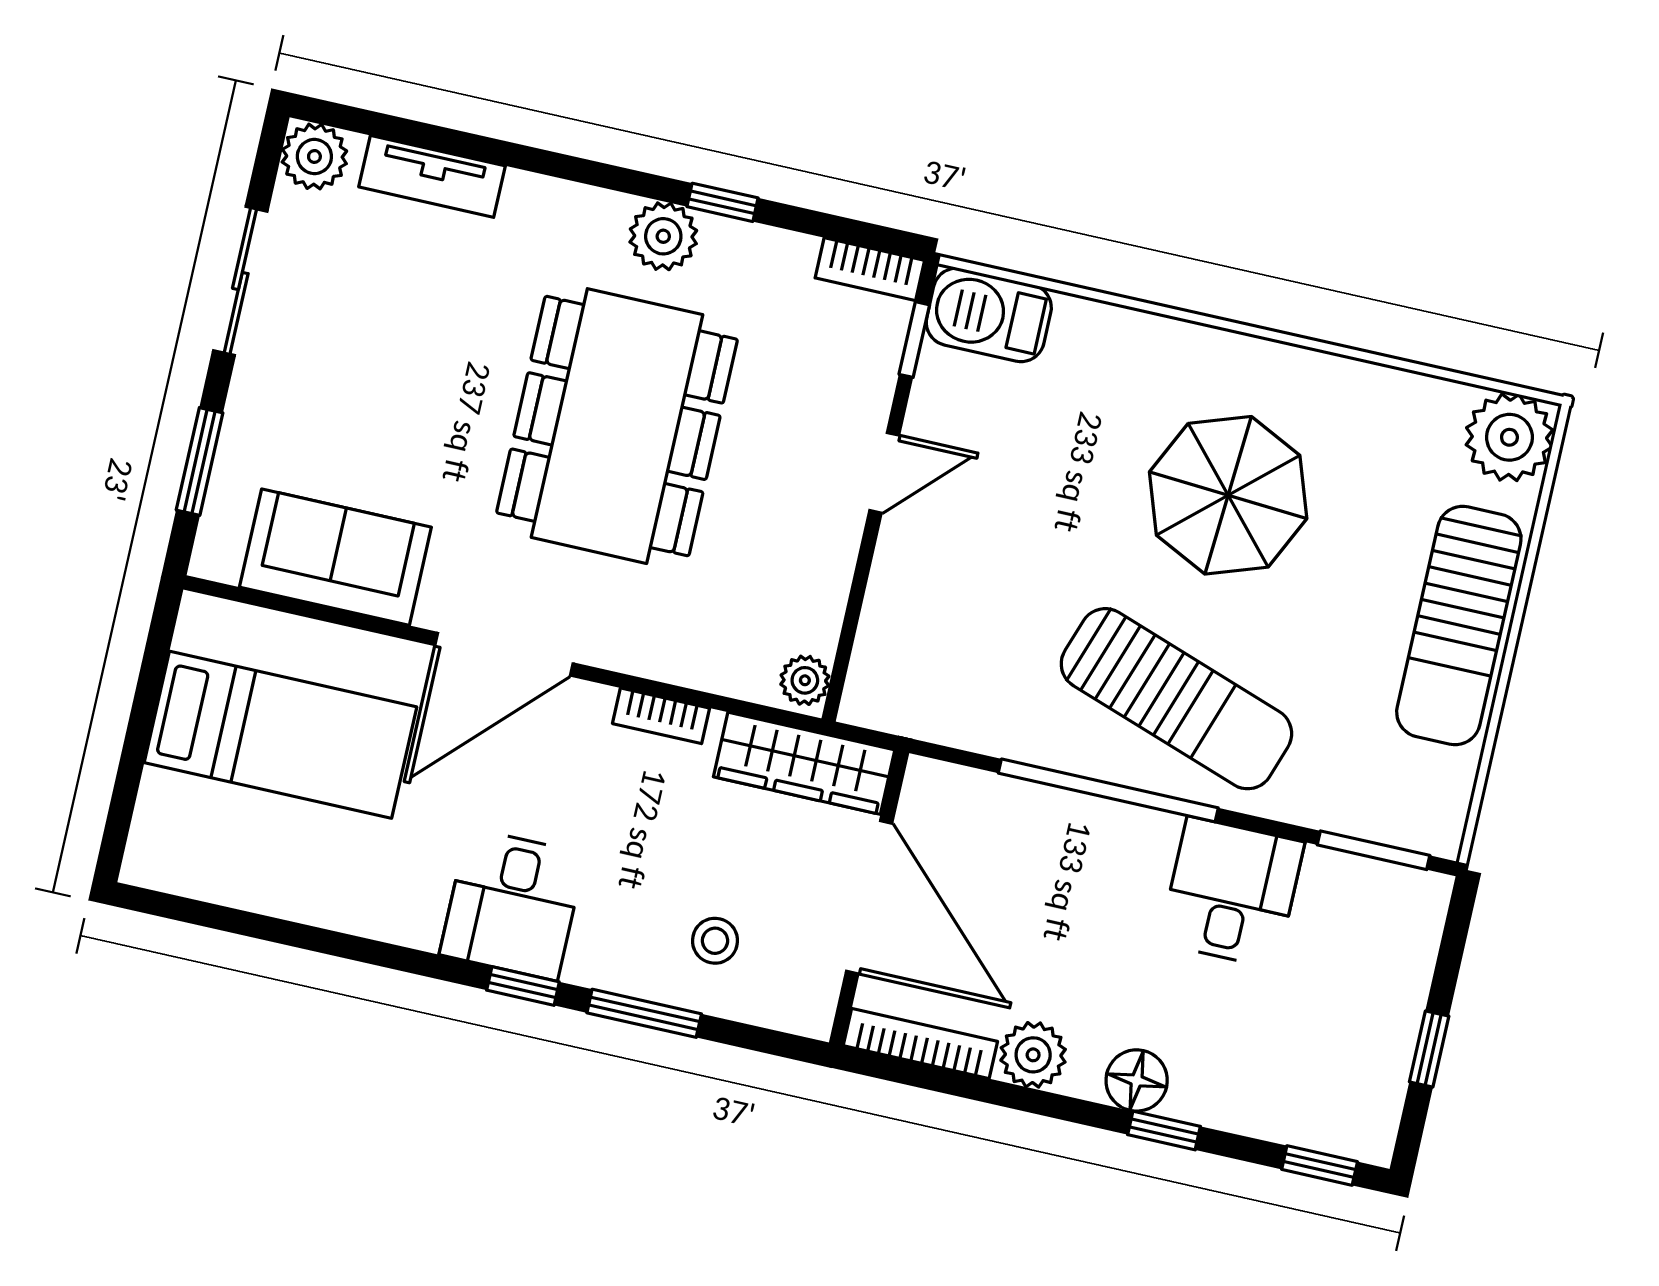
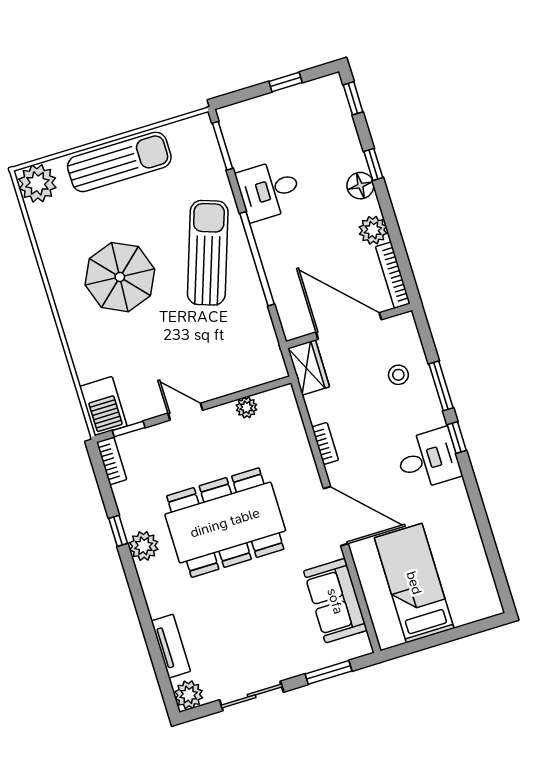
plant: (805, 680) -> (247, 407), moved
wardrobe: (804, 763) -> (309, 367), width x0.67
door: (869, 897) -> (349, 326), hinge flipped

